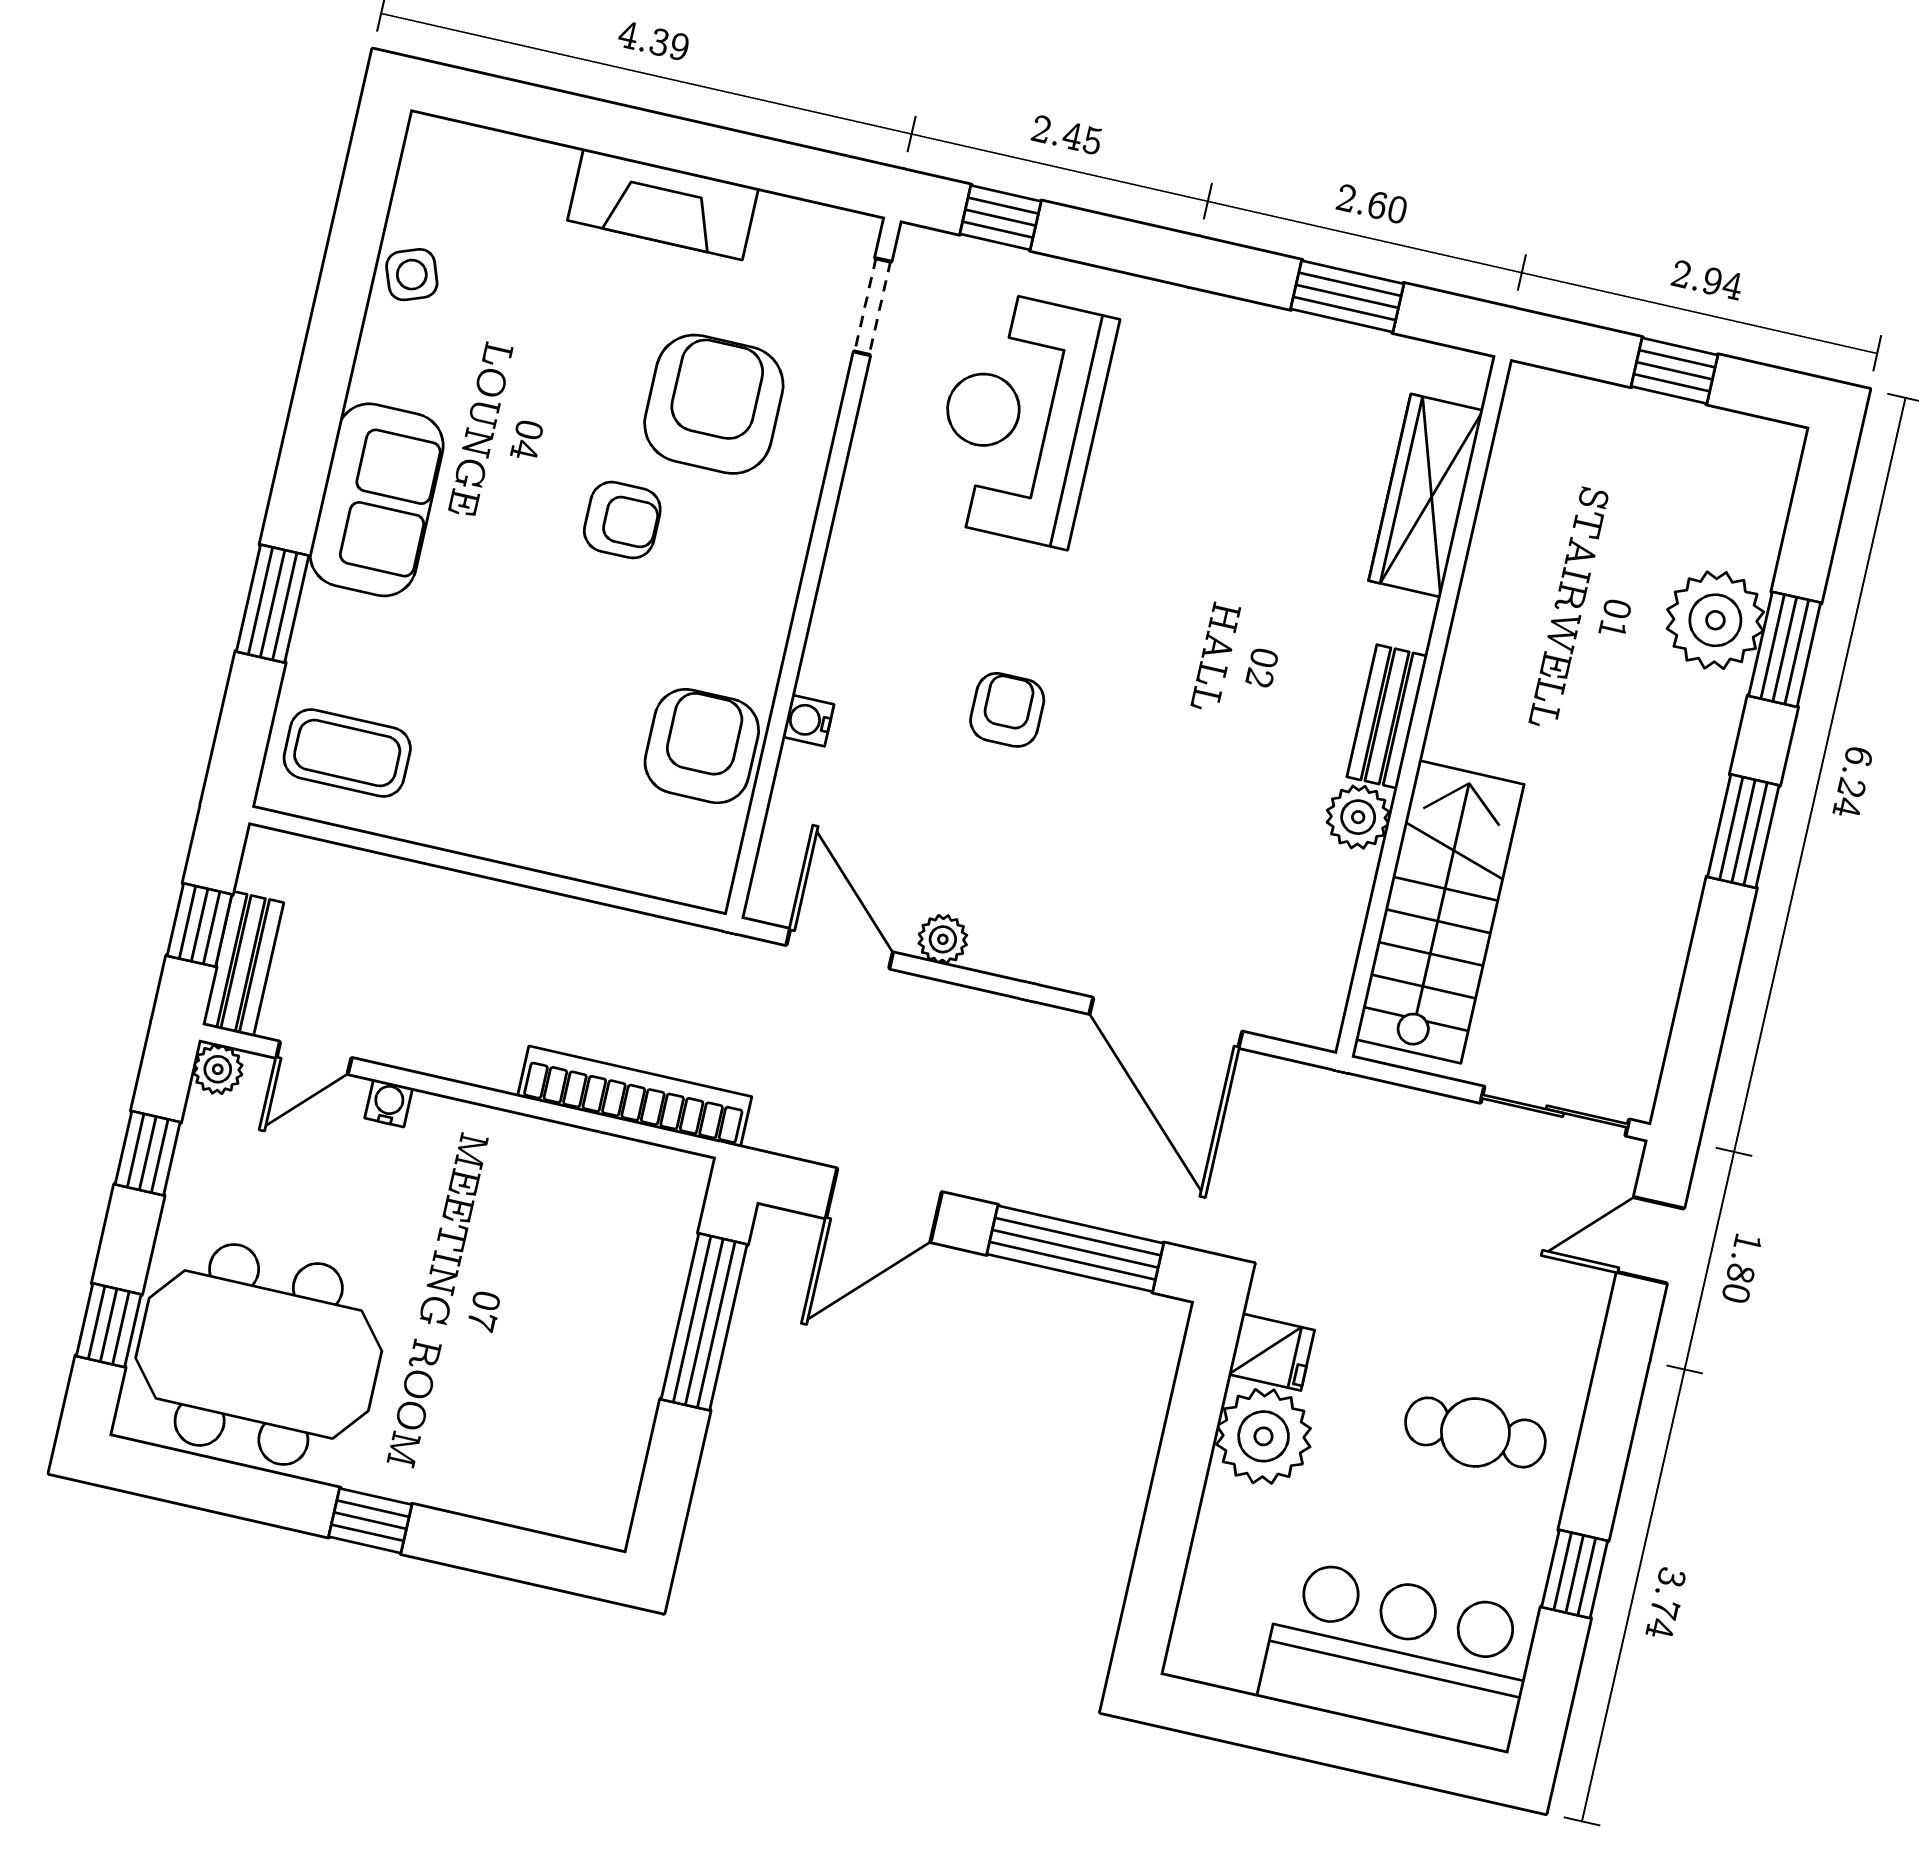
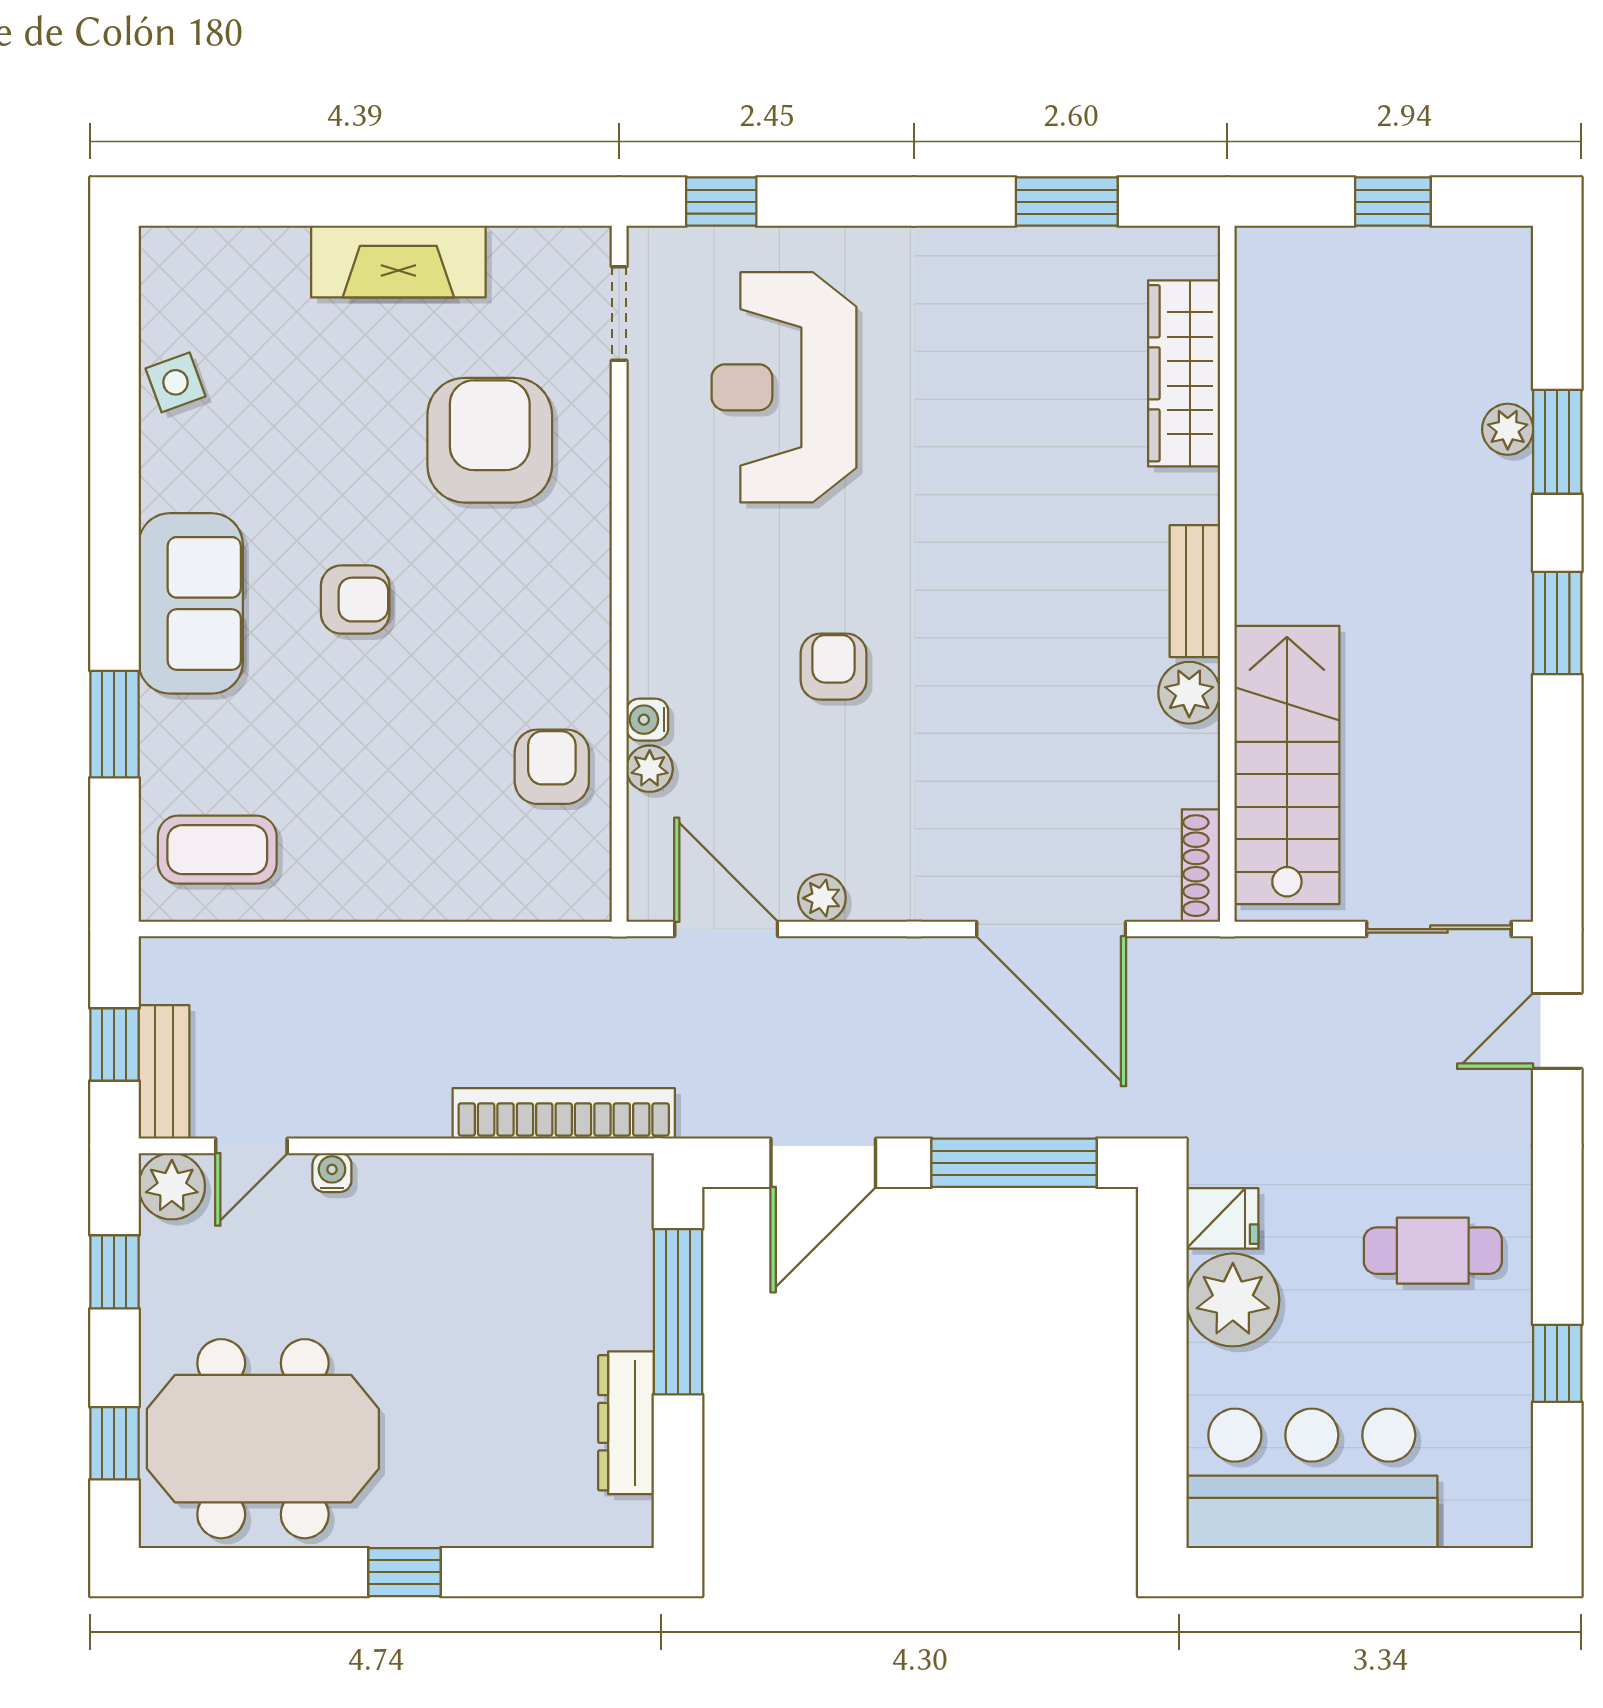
armchair: (622, 520) -> (355, 600), moved
plant: (1715, 620) -> (1508, 429), width x0.53, depth x0.53
armchair: (702, 746) -> (552, 767), width x0.72, depth x0.72
plant: (799, 770) -> (650, 769), added
shoe rack: (1331, 993) -> (1201, 866), added
plant: (218, 1069) -> (172, 1186), width x1.38, depth x1.38
dresser: (627, 1421) -> (626, 1423), added
bar counter: (1398, 1655) -> (1312, 1478), moved

